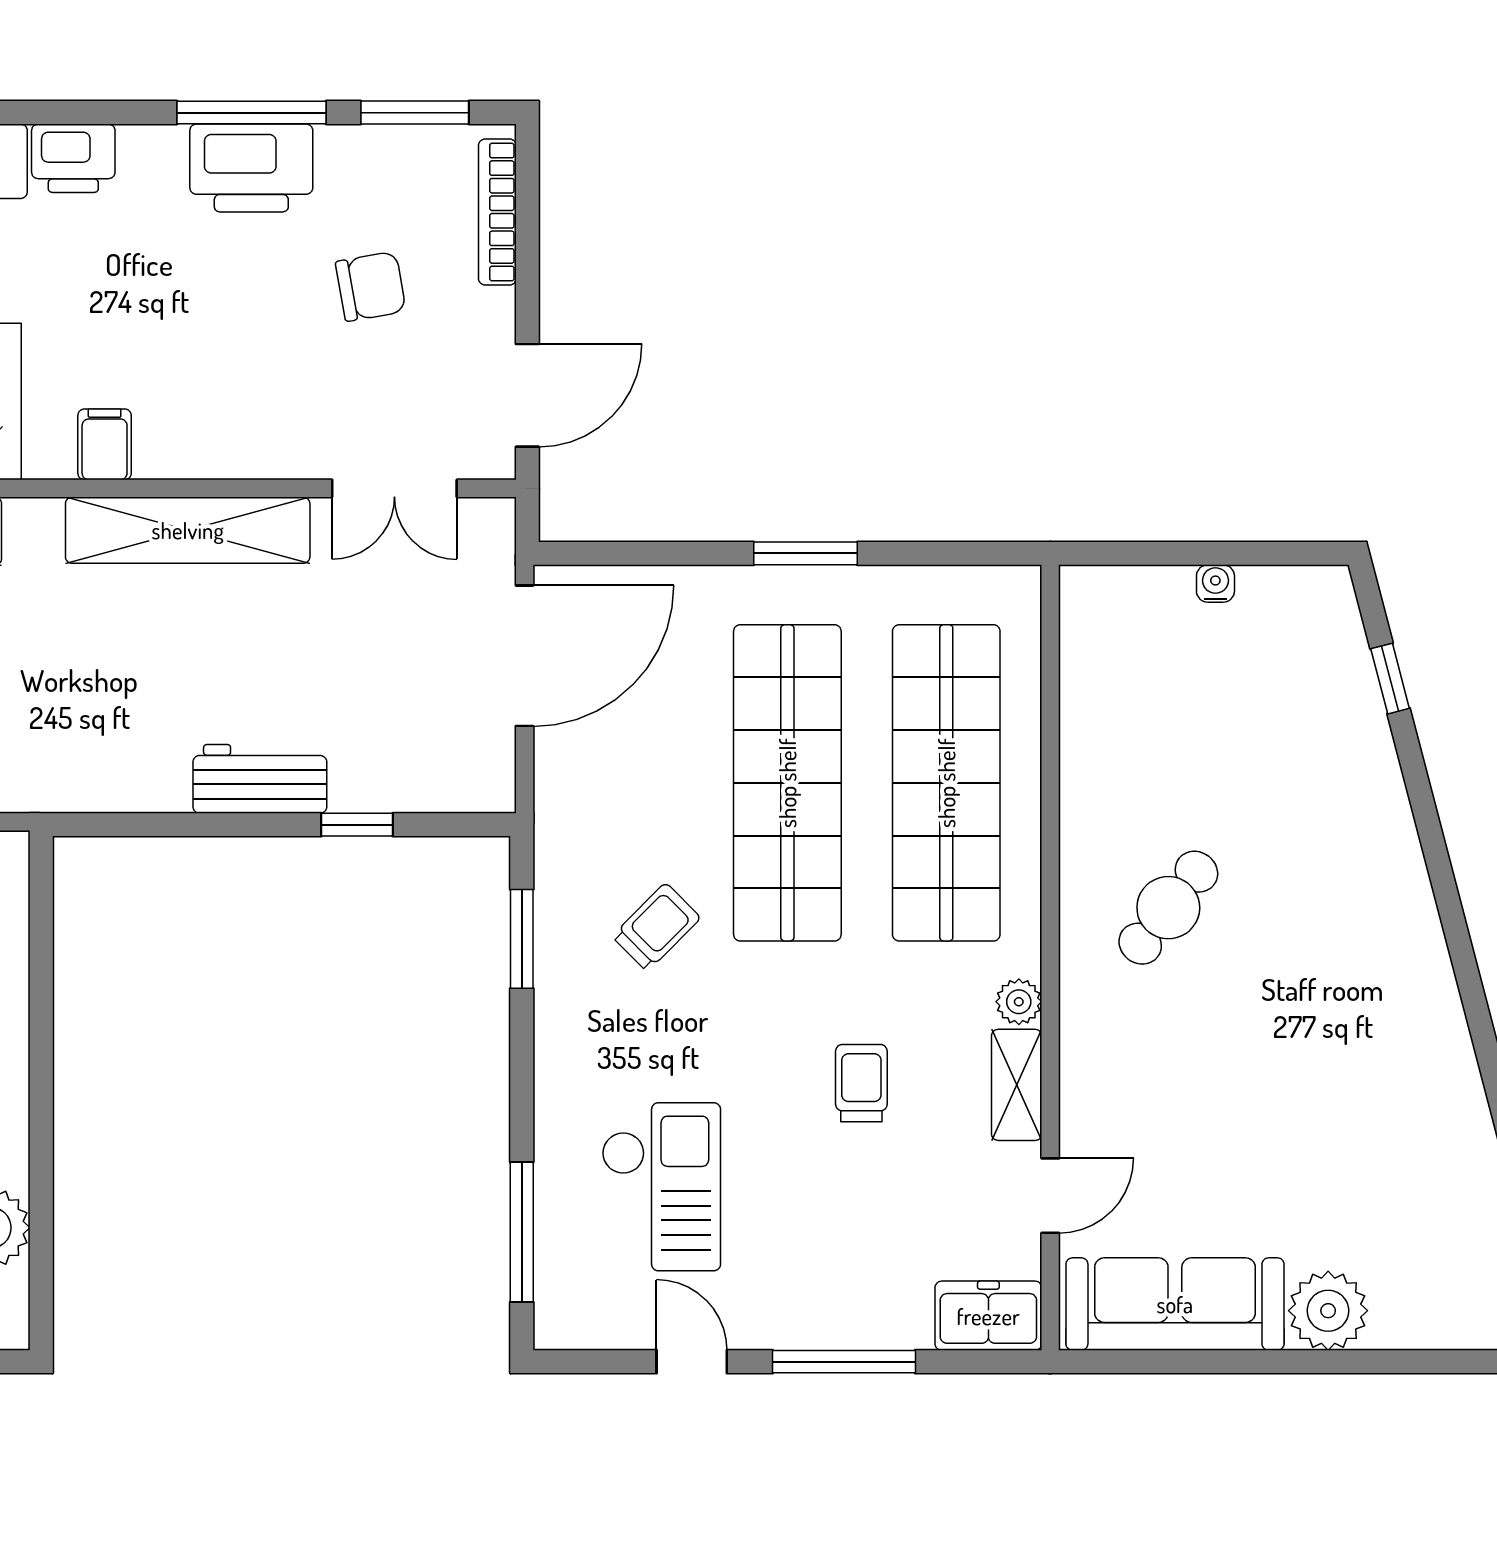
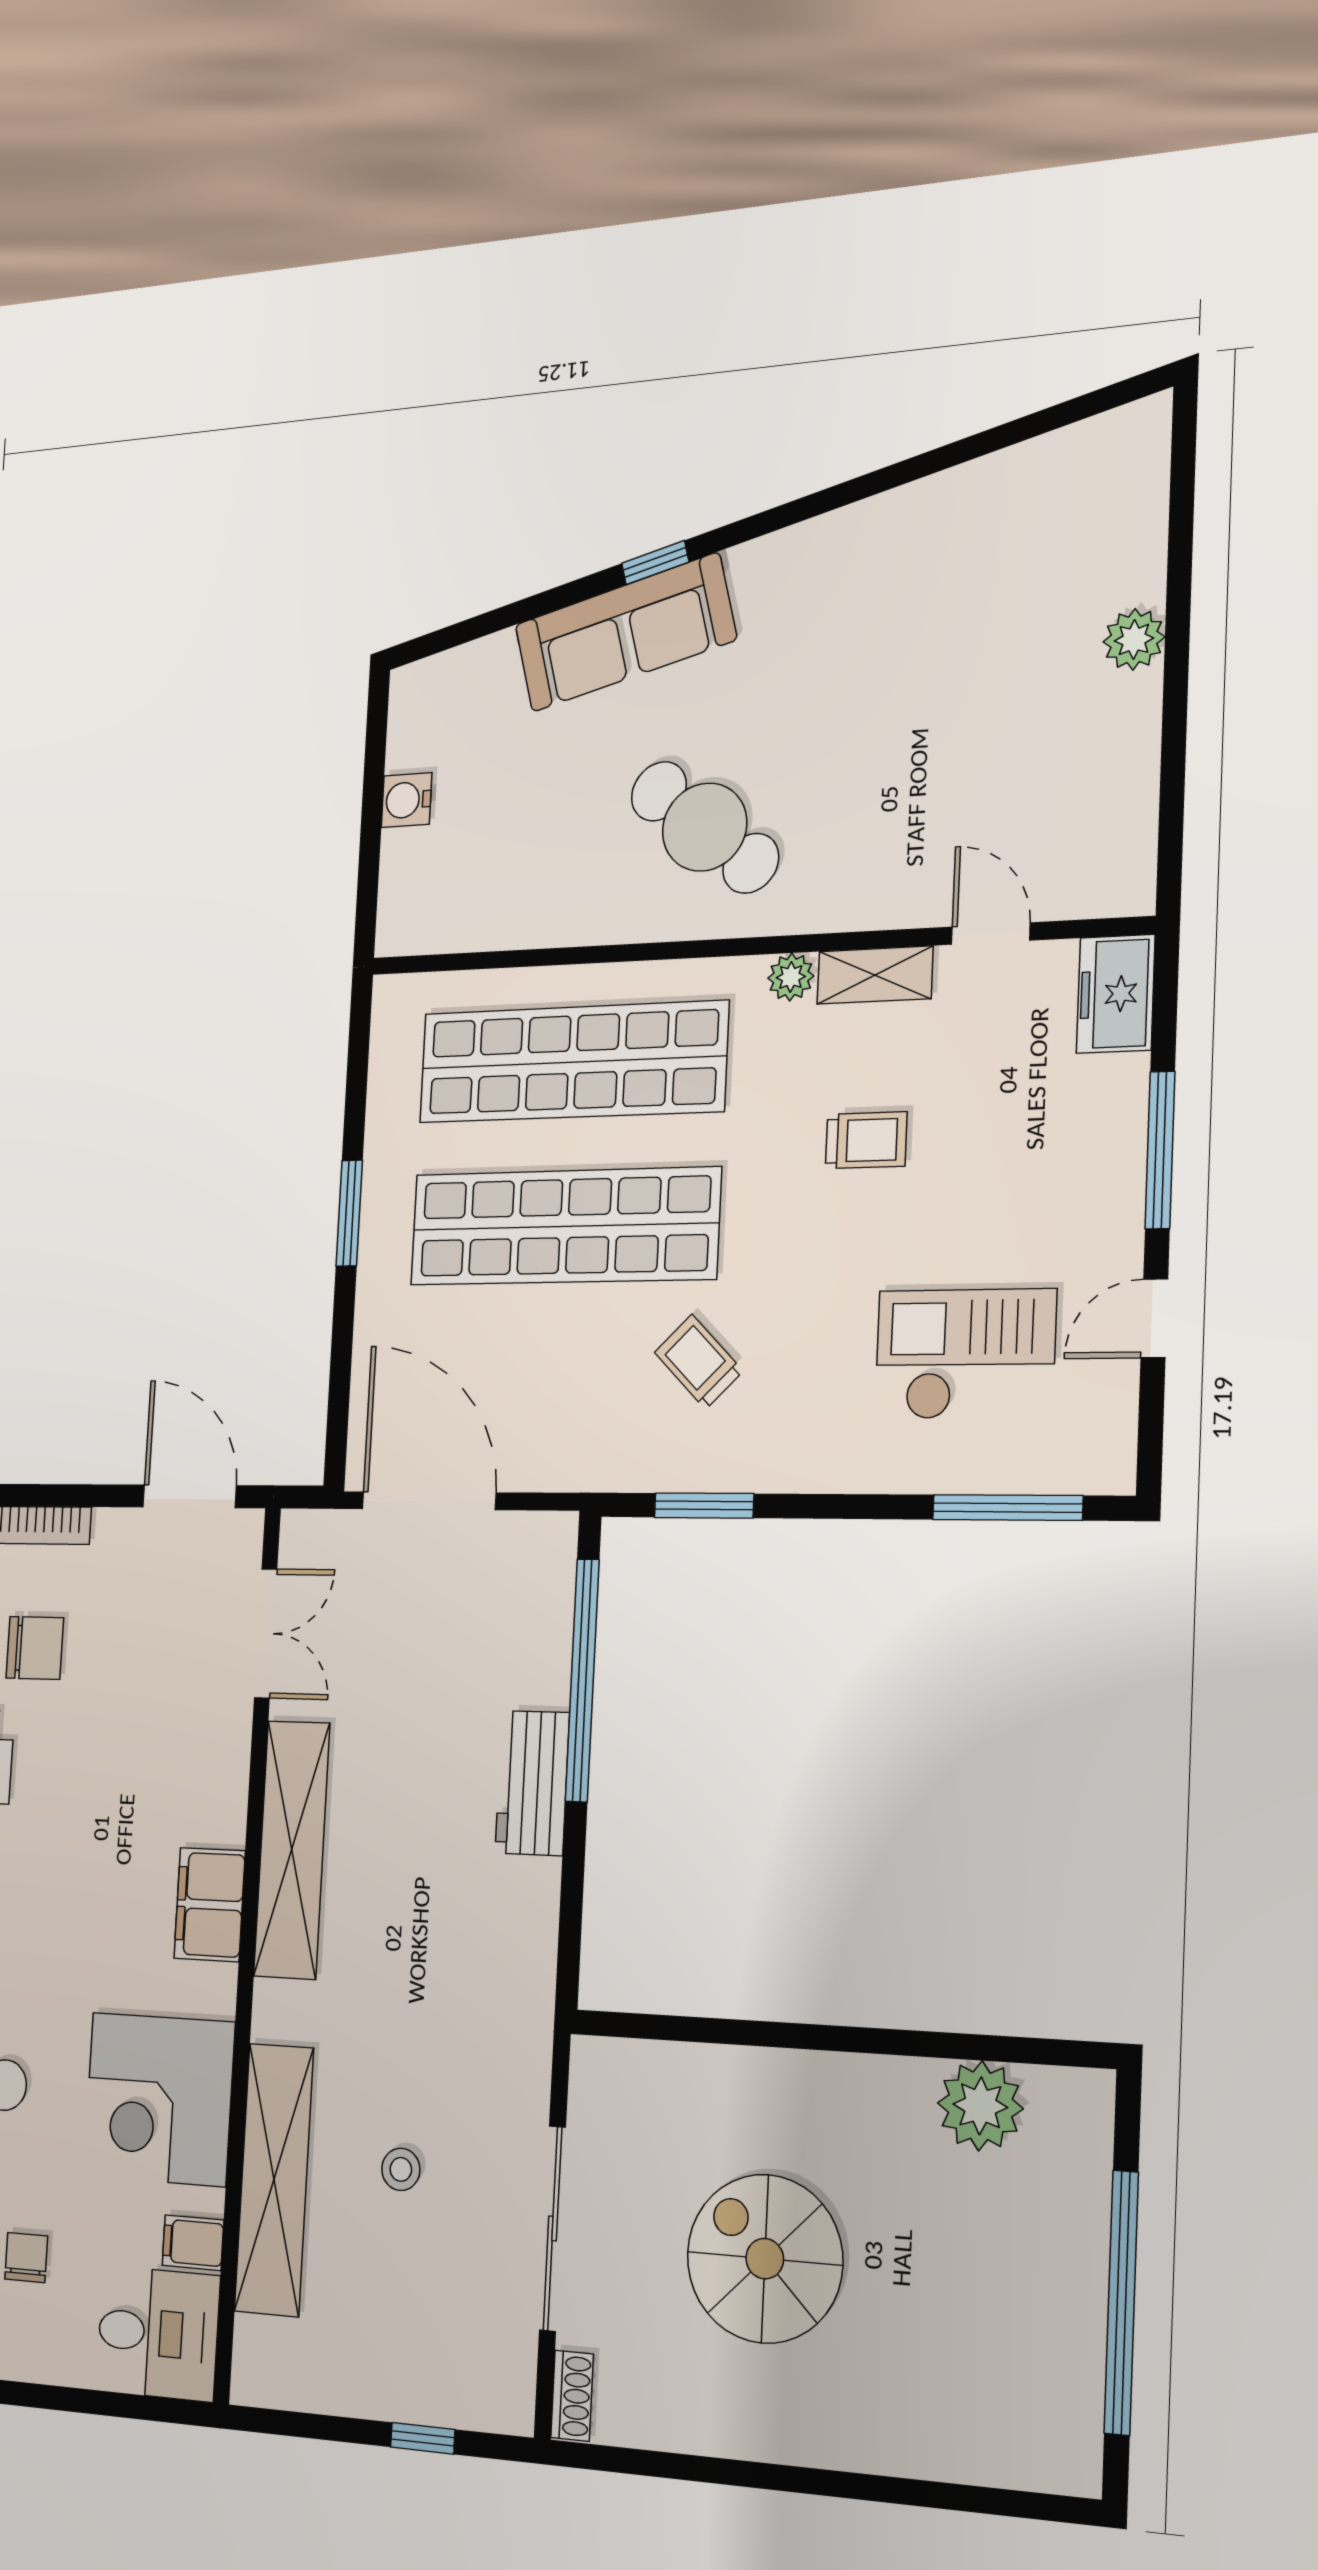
chair: (371, 286) -> (35, 1648), moved, turned 100
filing cabinet: (105, 444) -> (210, 1905), width x2.00
water cooler: (1215, 584) -> (407, 800), width x1.38, depth x1.38
window: (1390, 679) -> (655, 563), moved
window: (357, 825) -> (582, 1680), width x3.17
cafe table: (1168, 908) -> (705, 827), width x1.37, depth x1.35
trolley: (861, 1083) -> (866, 1140), turned 180
sofa: (1175, 1304) -> (625, 632), moved, turned -105
plant: (1328, 1311) -> (1134, 639), width x0.73, depth x0.73

